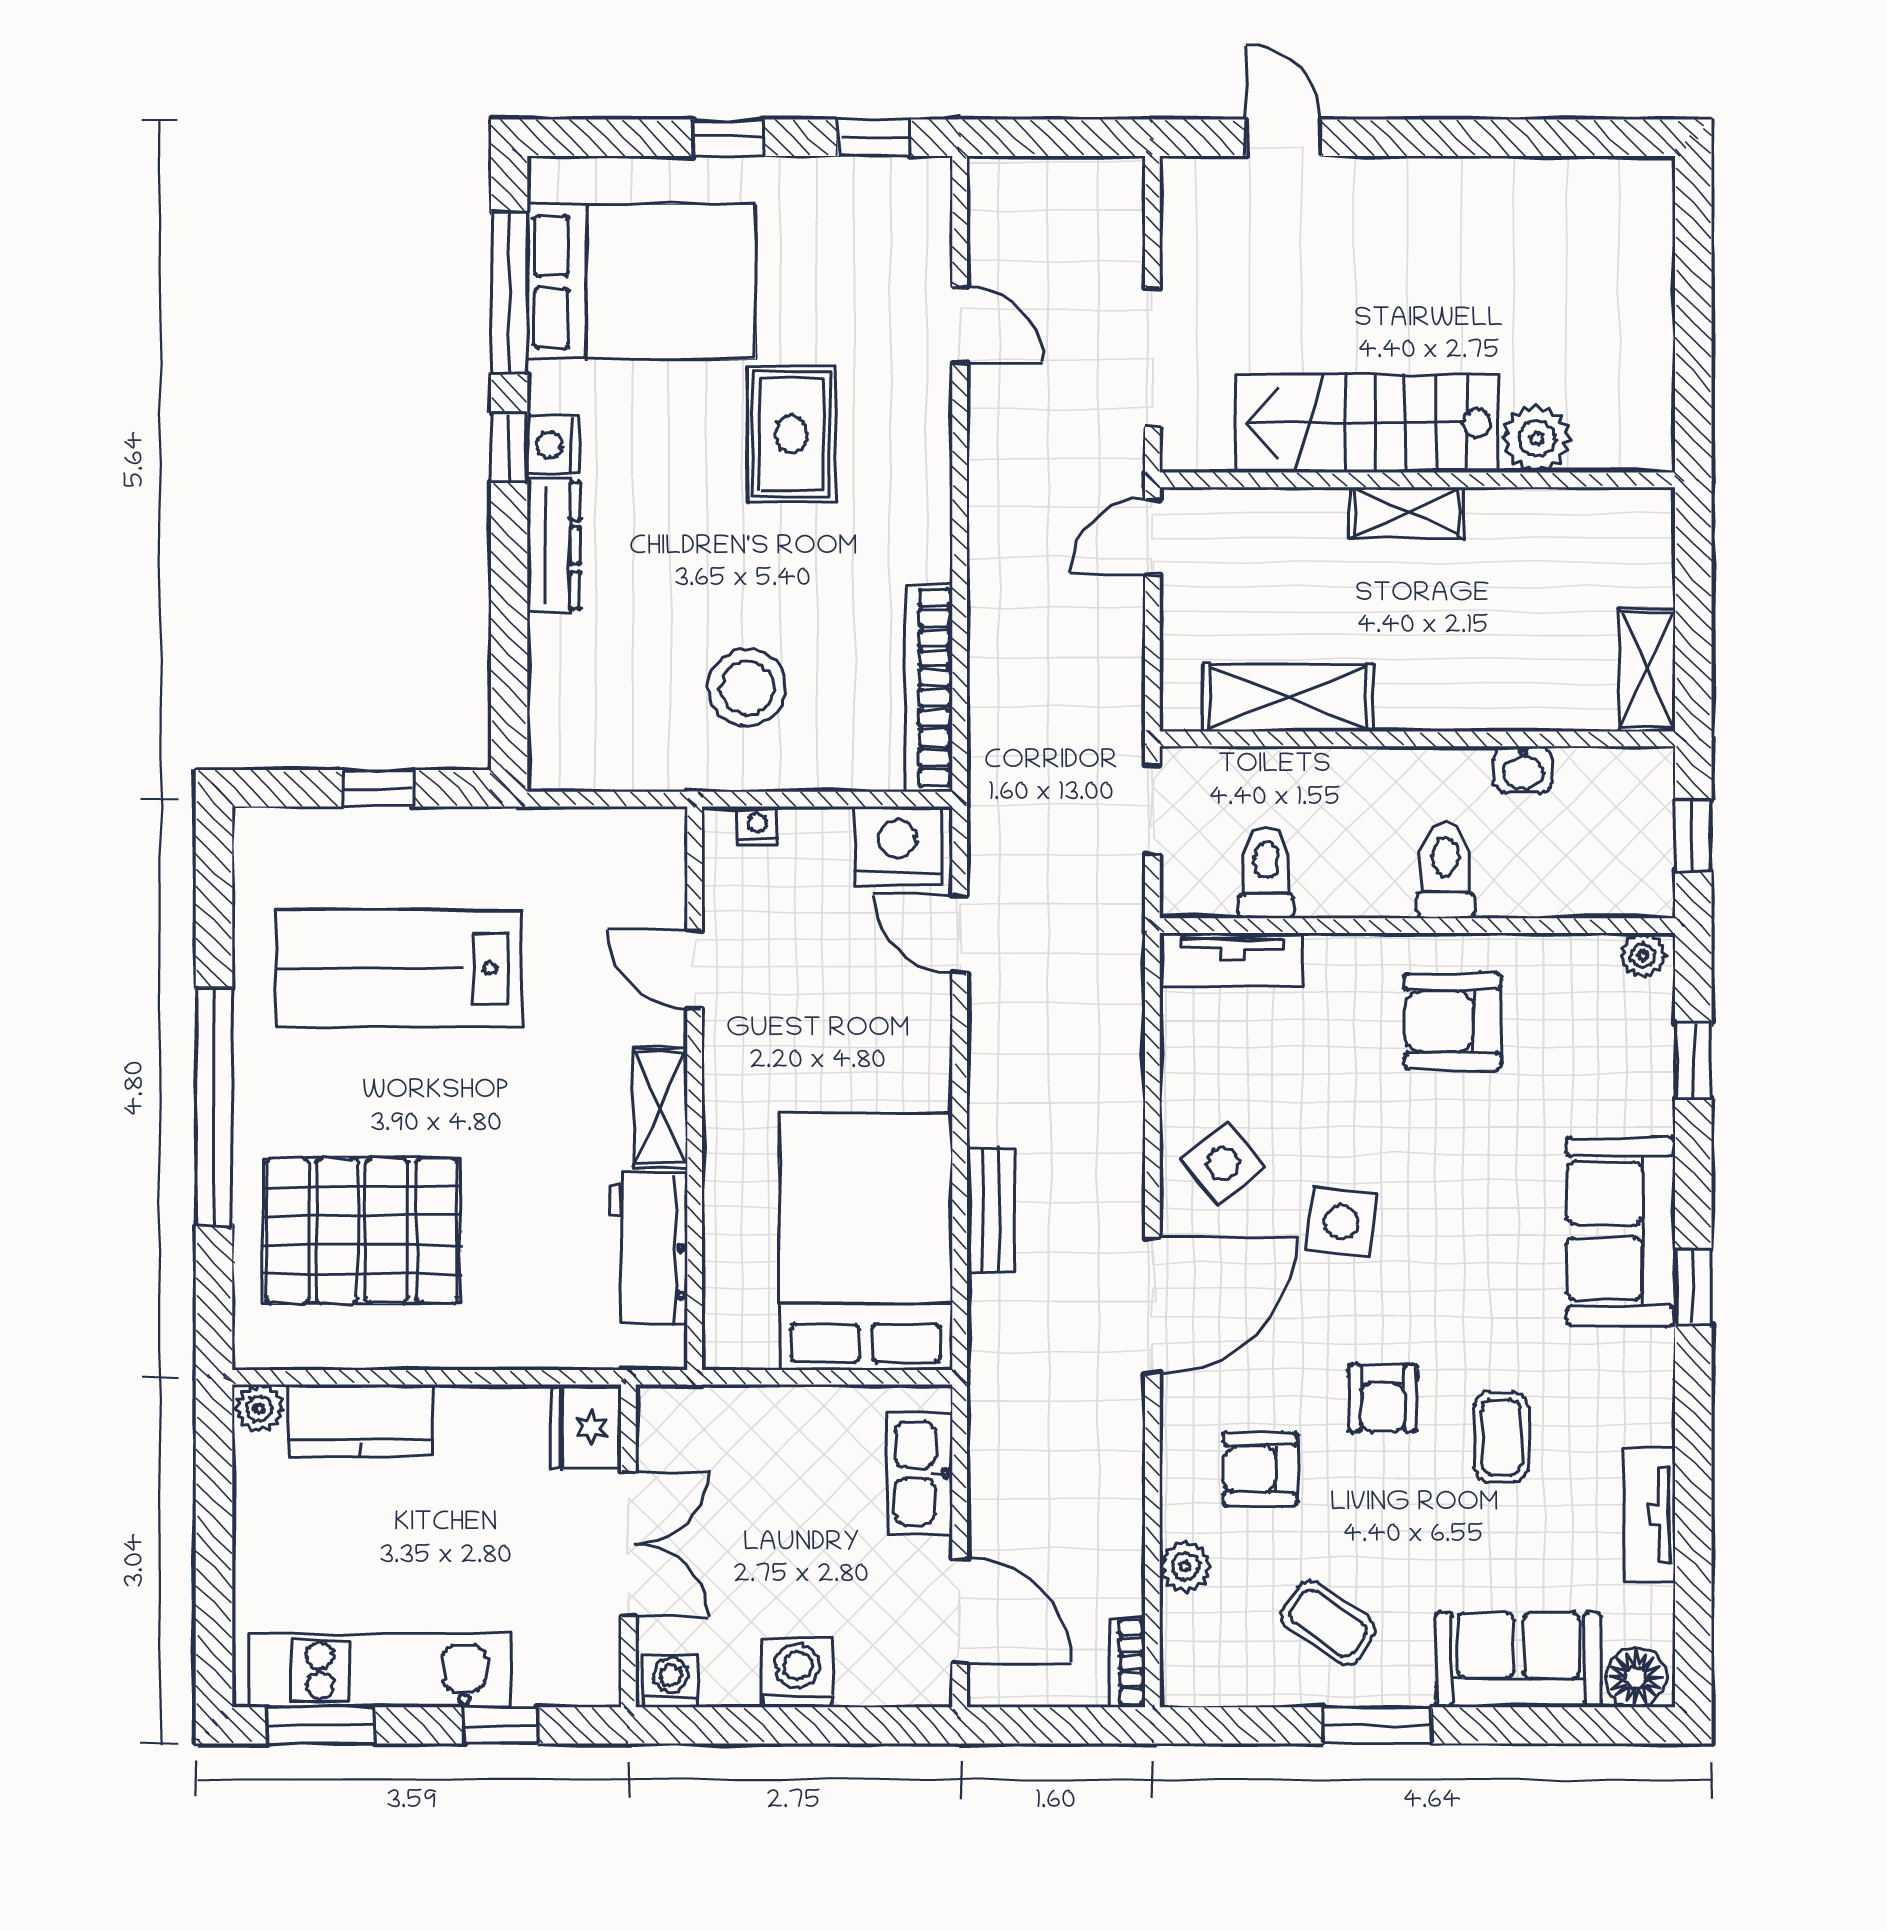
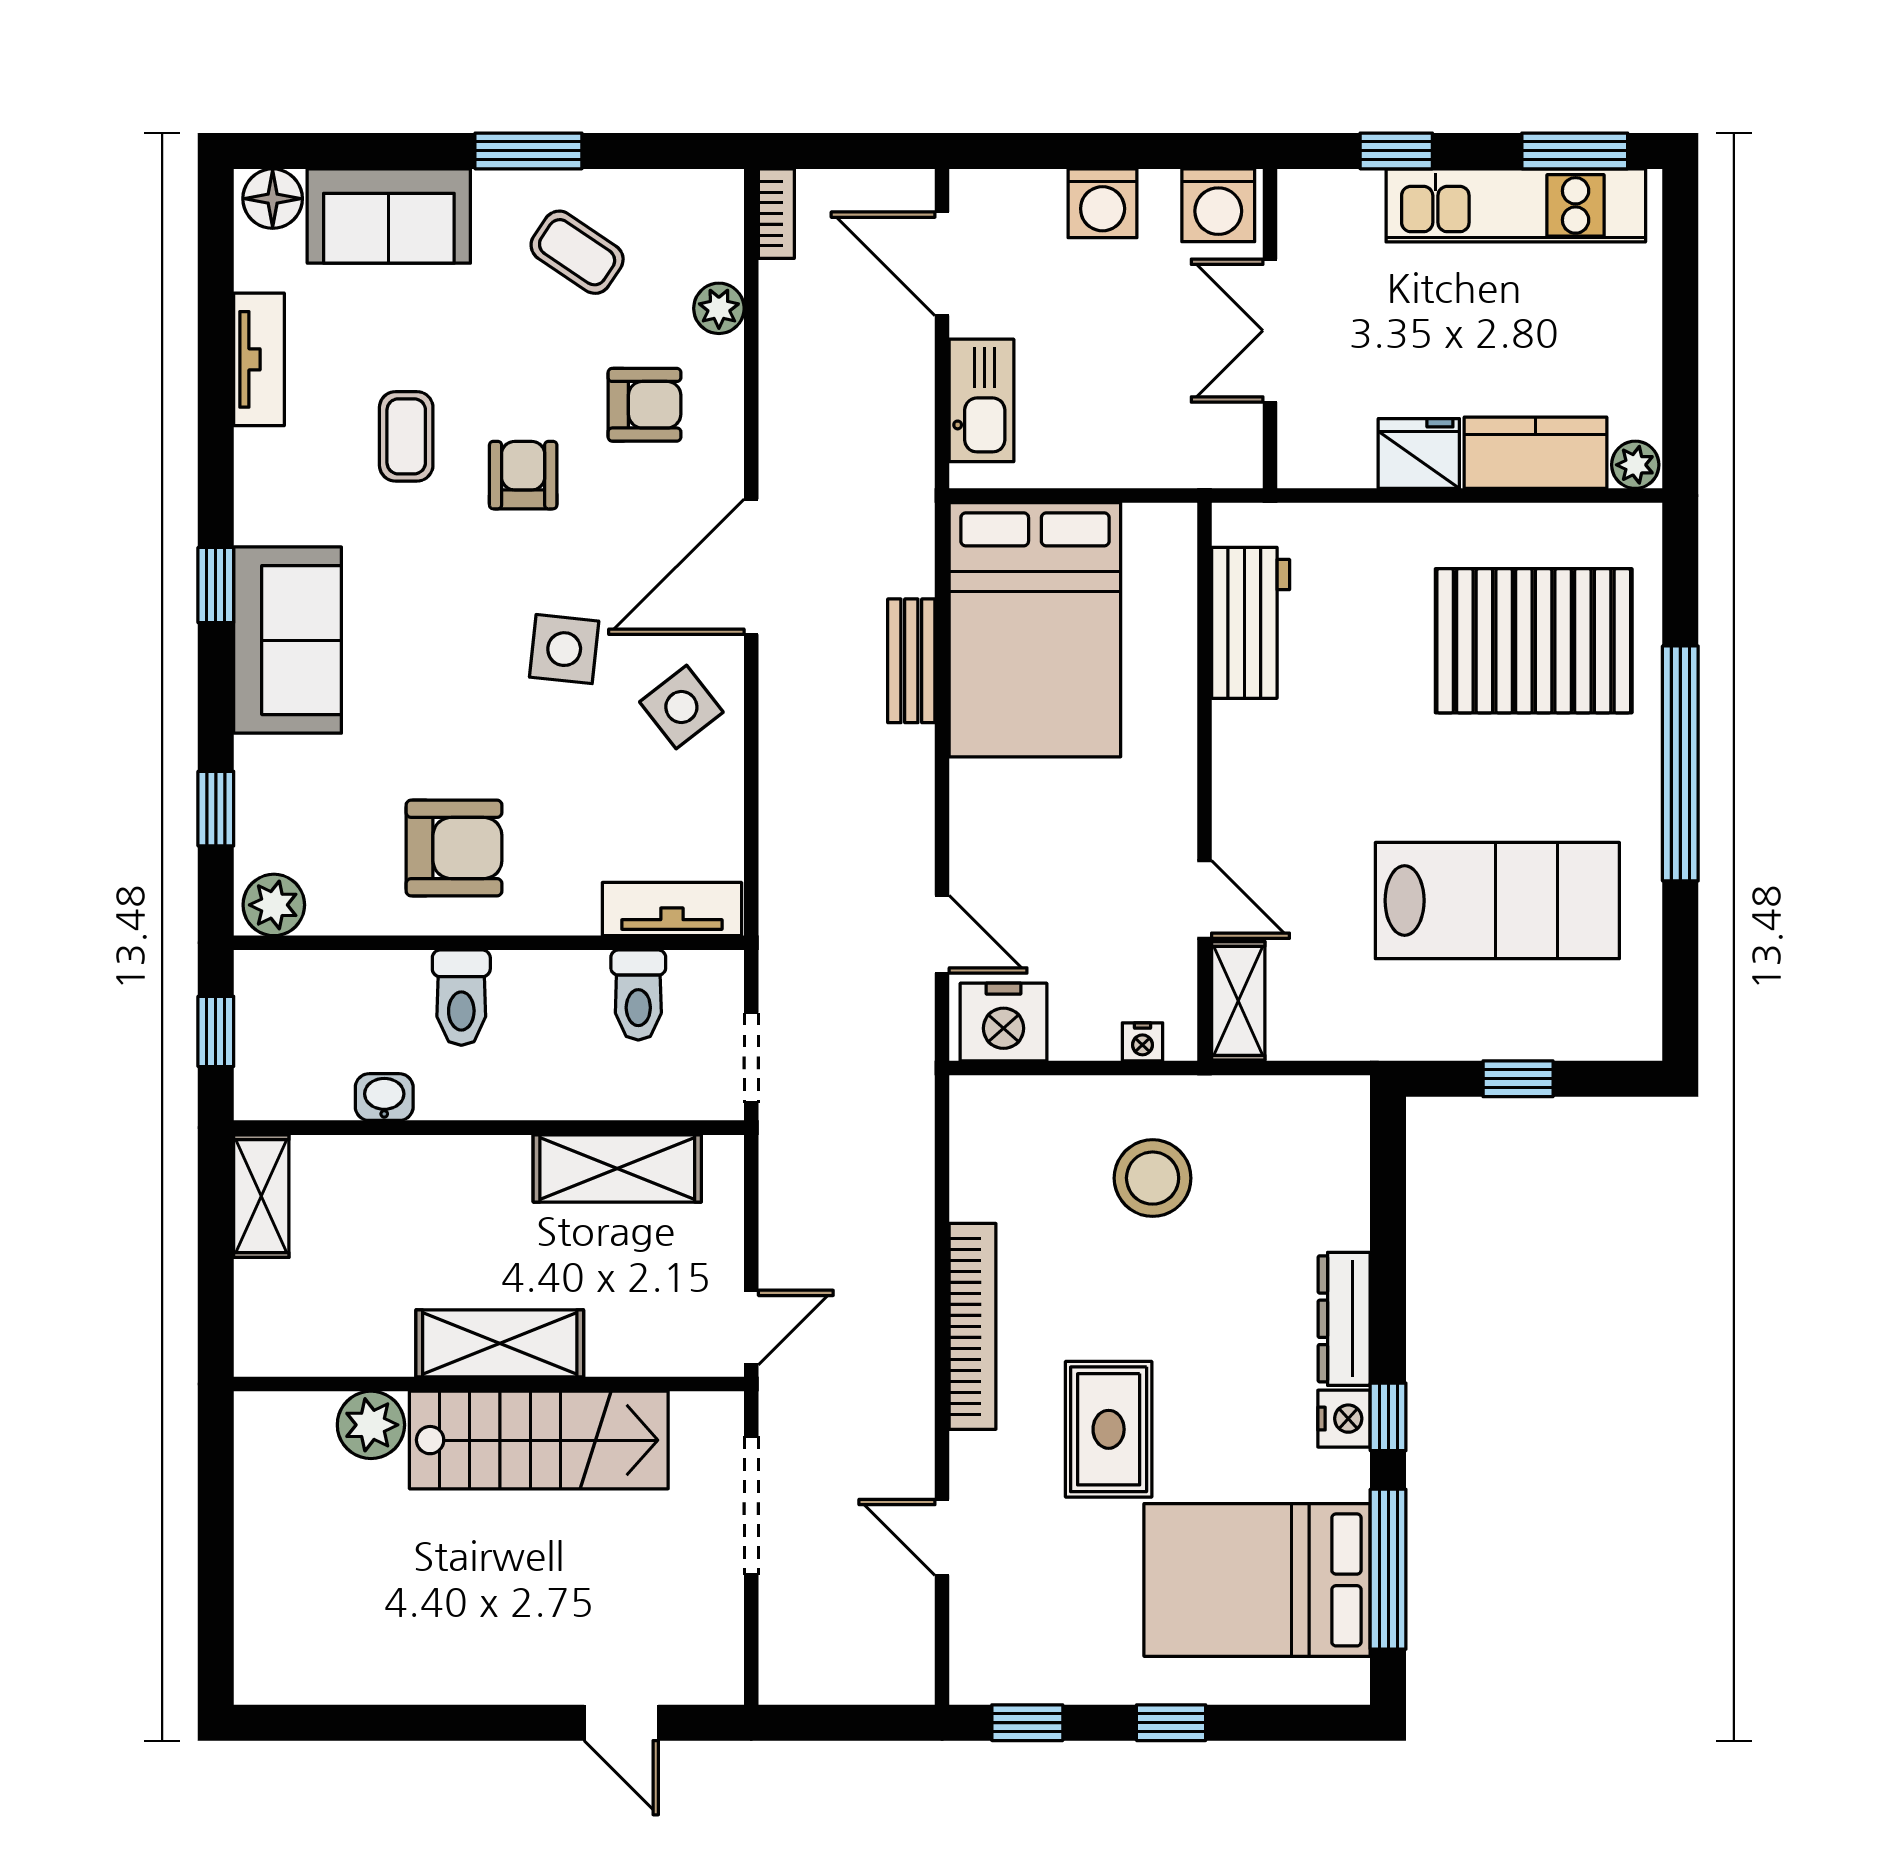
shelving: (1406, 512) -> (500, 1343), width x1.50, depth x1.33
bookcase: (929, 688) -> (973, 1326), moved
plant: (1643, 955) -> (274, 905), width x1.38, depth x1.38
shelving: (660, 1108) -> (1238, 1001), moved
fridge: (586, 1427) -> (1419, 453), moved, turned -90
washing machine: (671, 1681) -> (1218, 205), width x1.38, depth x1.38

